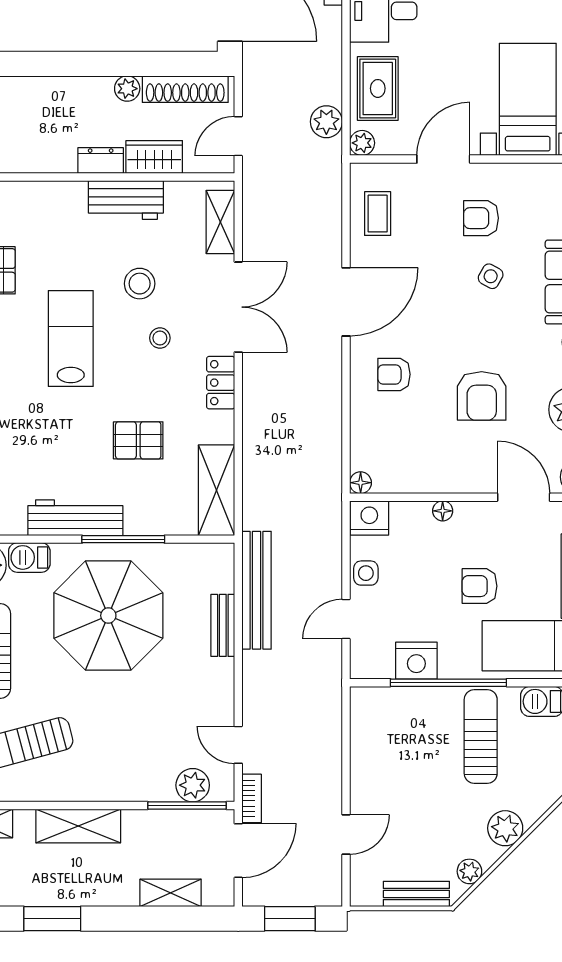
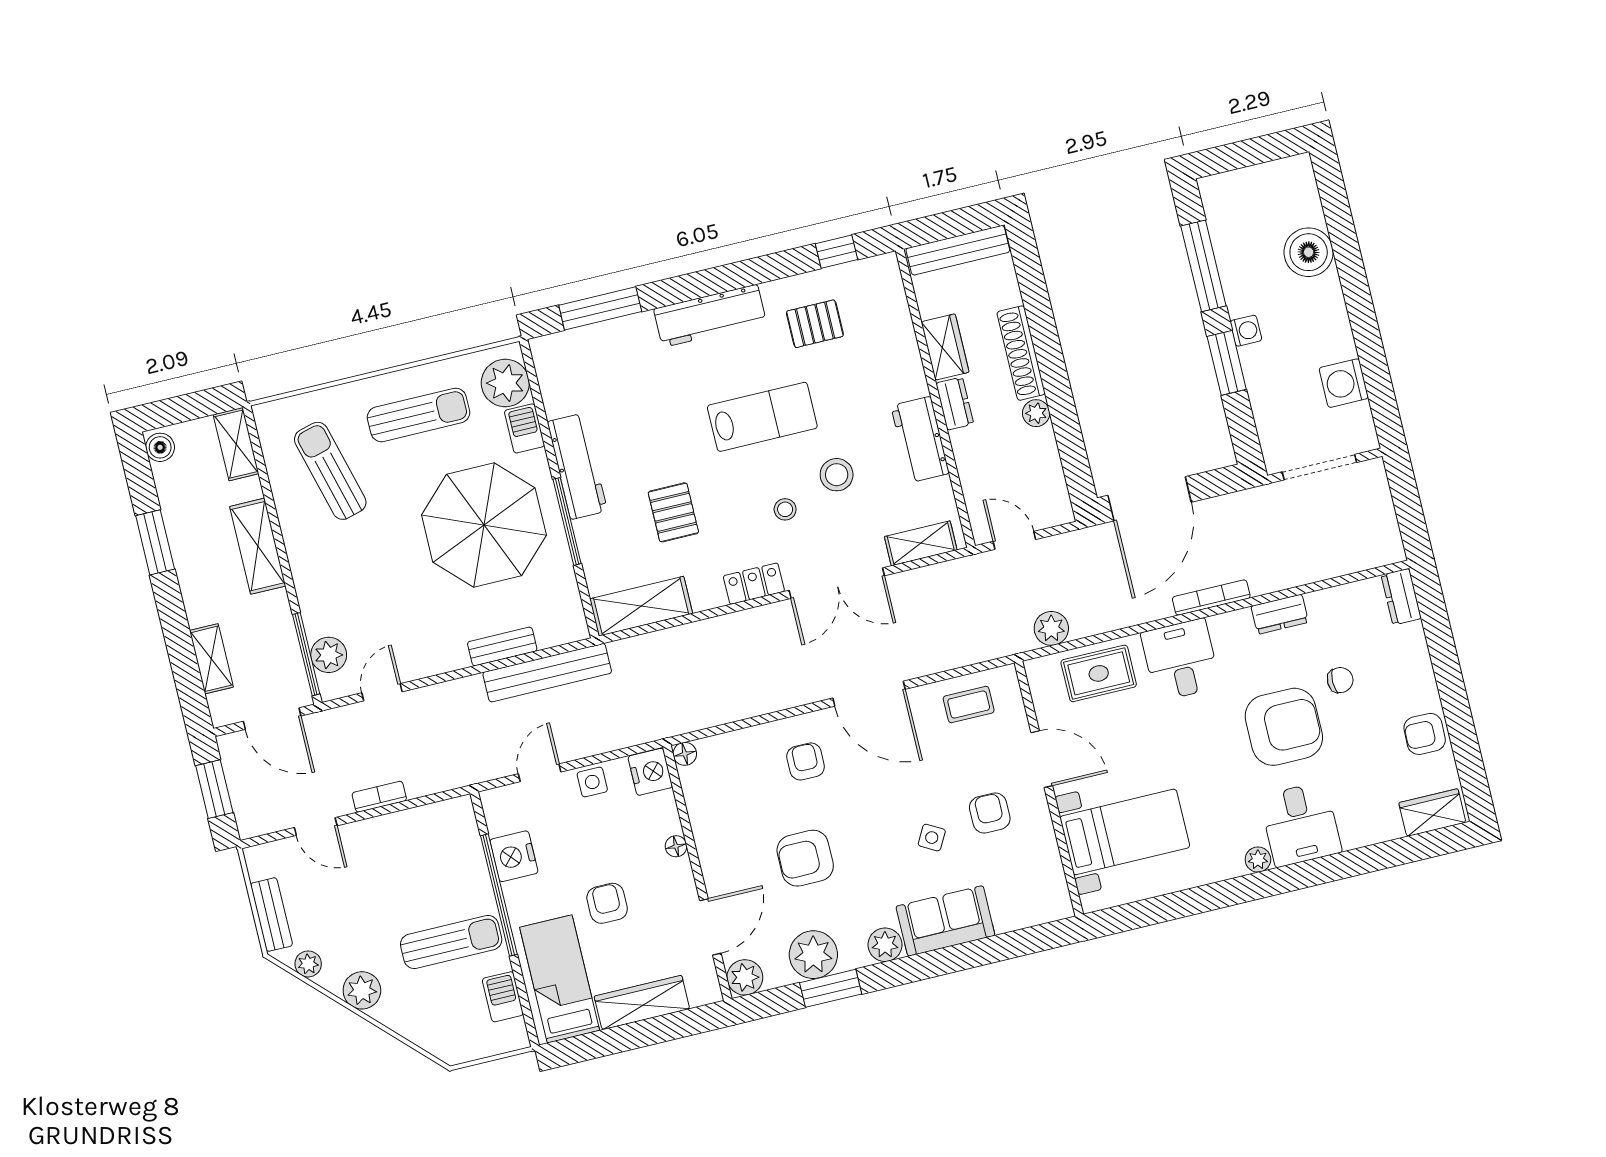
shoe rack: (185, 89) -> (1021, 353), moved
plant: (362, 143) -> (1038, 671), removed
wardrobe: (154, 157) -> (945, 347), moved
door: (346, 619) -> (540, 773), hinge flipped
bookcase: (252, 798) -> (379, 797), moved, turned 180

